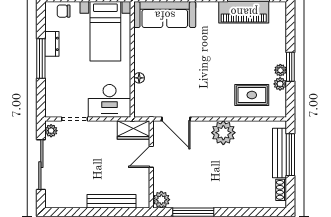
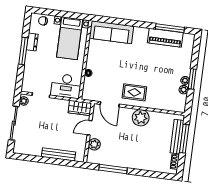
rug: (252, 95) -> (134, 92), moved
plant: (161, 200) -> (94, 144), moved

